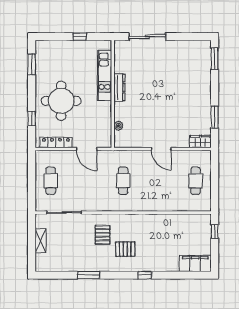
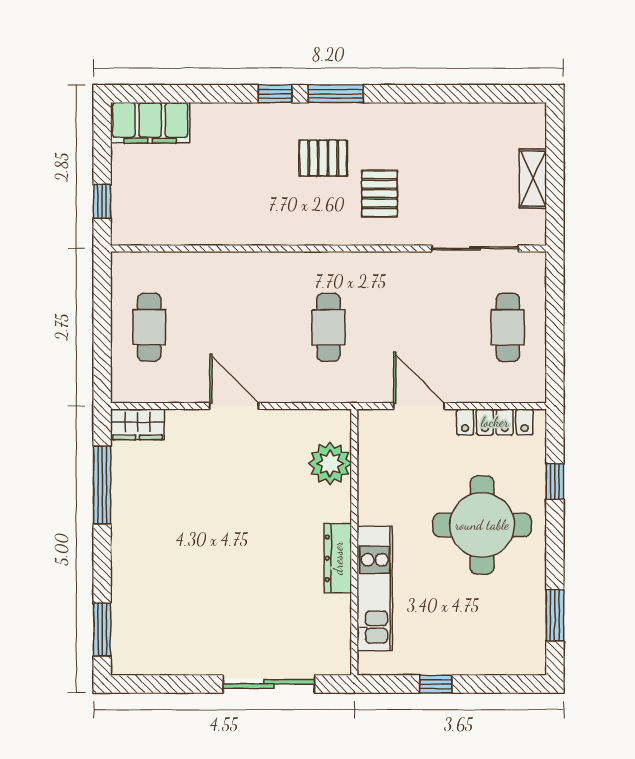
window: (215, 117) -> (102, 485), width x1.44
plant: (119, 126) -> (330, 463), width x1.88, depth x1.88
window: (88, 275) -> (336, 94), moved

